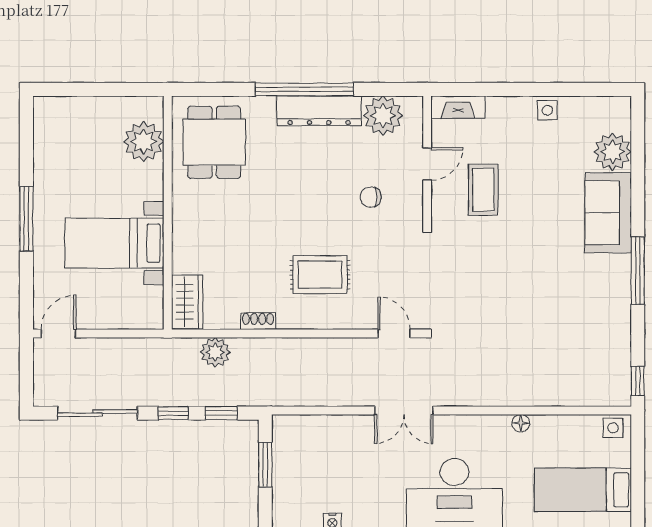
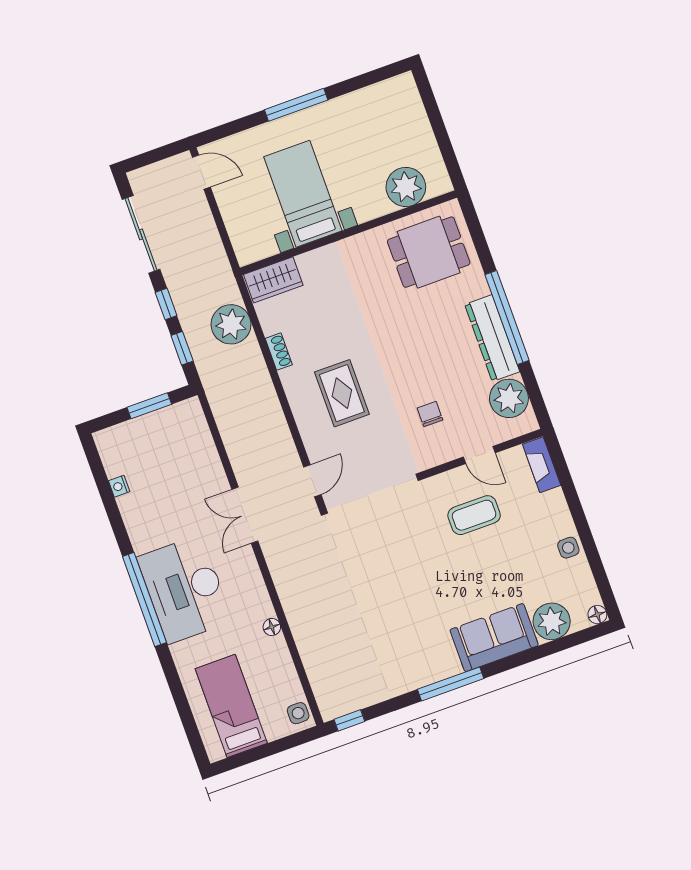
floor lamp: (622, 105) -> (597, 615), added
plant: (215, 352) -> (231, 324), width x1.36, depth x1.36

